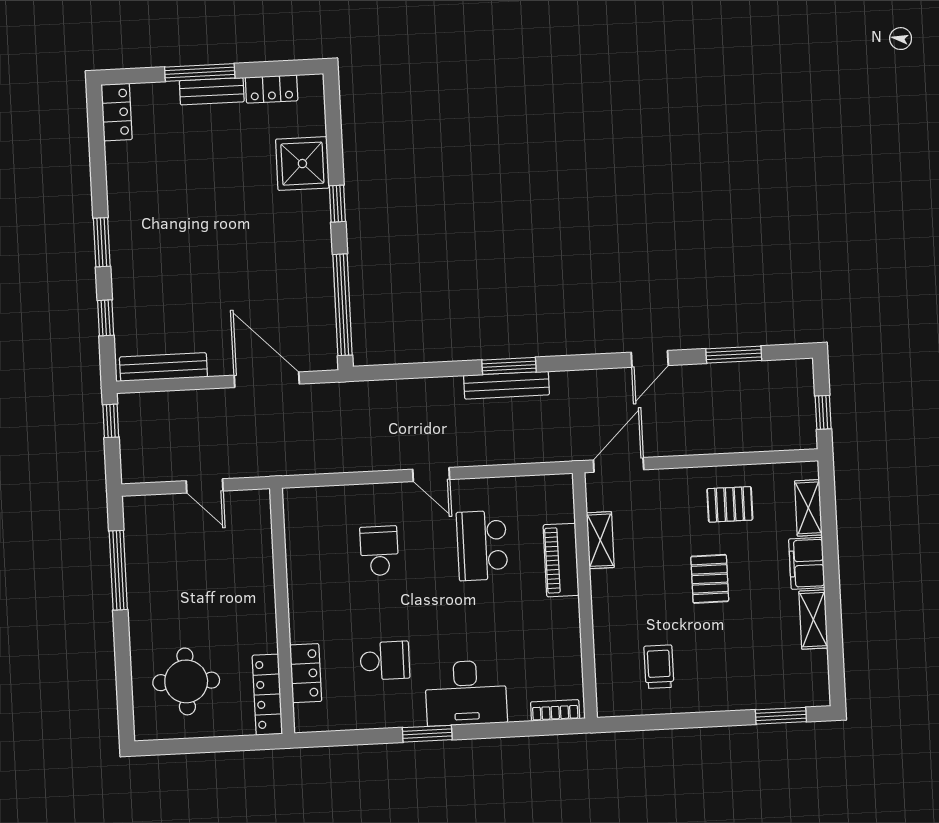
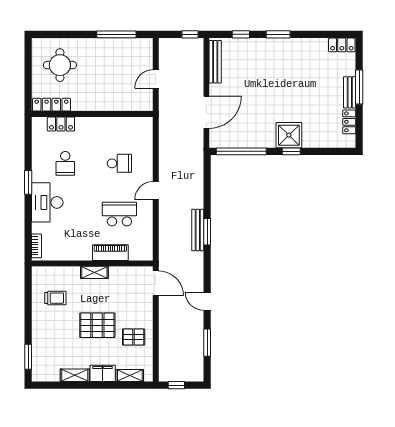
shower: (302, 164) -> (289, 135), moved
pallet: (730, 504) -> (134, 337), turned 90
shelving: (600, 540) -> (94, 272), moved
pallet: (710, 579) -> (97, 325), width x1.50, depth x1.42

